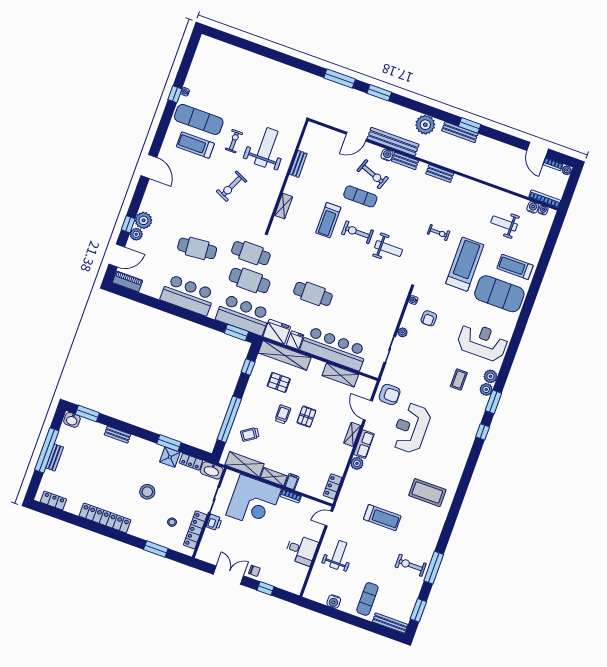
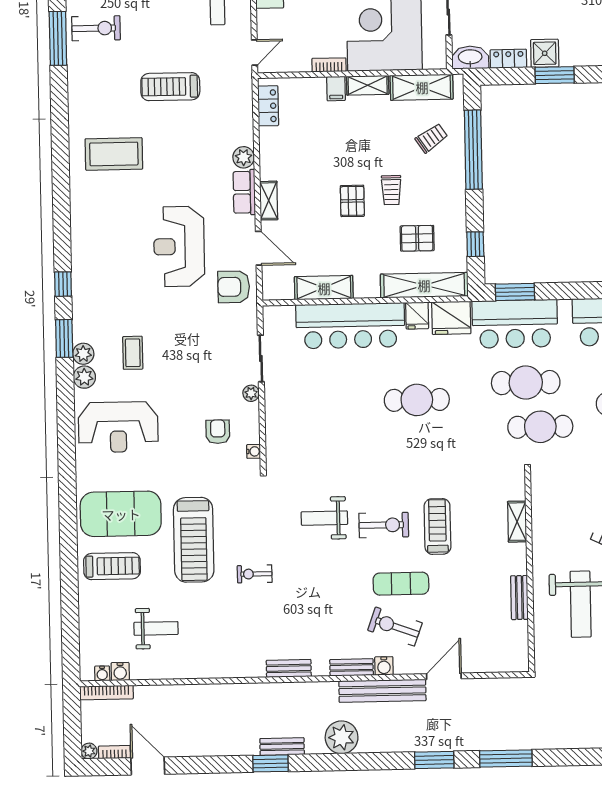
bench: (460, 132) -> (282, 747), width x0.73
reception desk: (411, 428) -> (179, 247), turned 180

